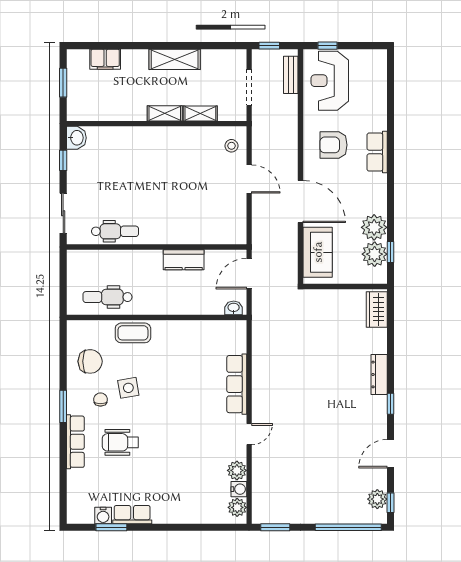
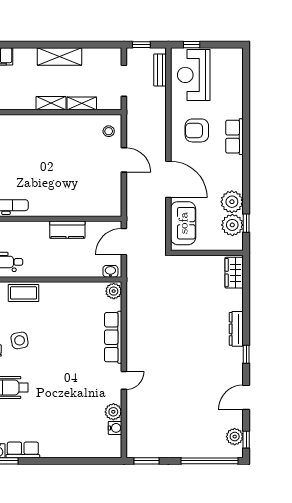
plant: (237, 507) -> (114, 291), moved

